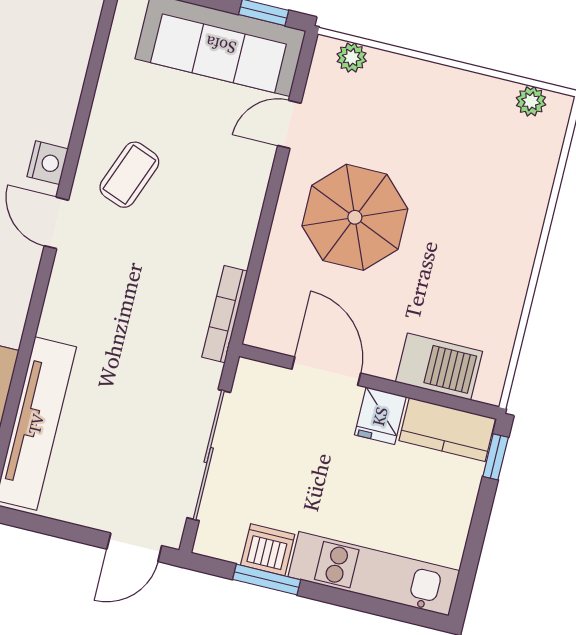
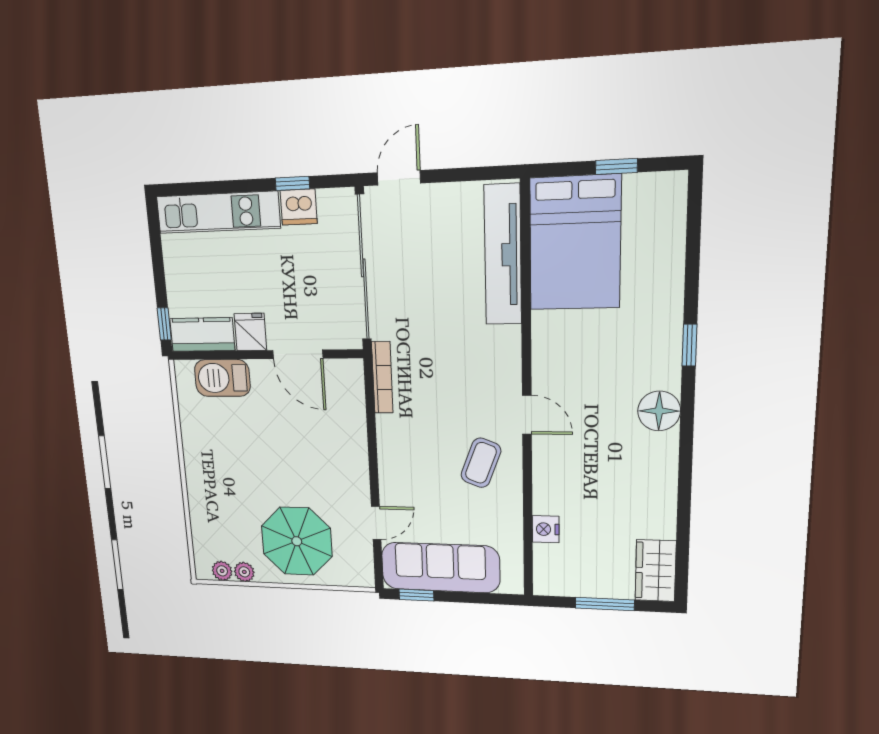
plant: (352, 57) -> (244, 572), moved
nightstand: (48, 163) -> (546, 529), moved
parasol: (355, 217) -> (297, 541), moved
sliding door: (209, 455) -> (363, 268), width x1.36
window: (267, 580) -> (292, 183), width x0.67

